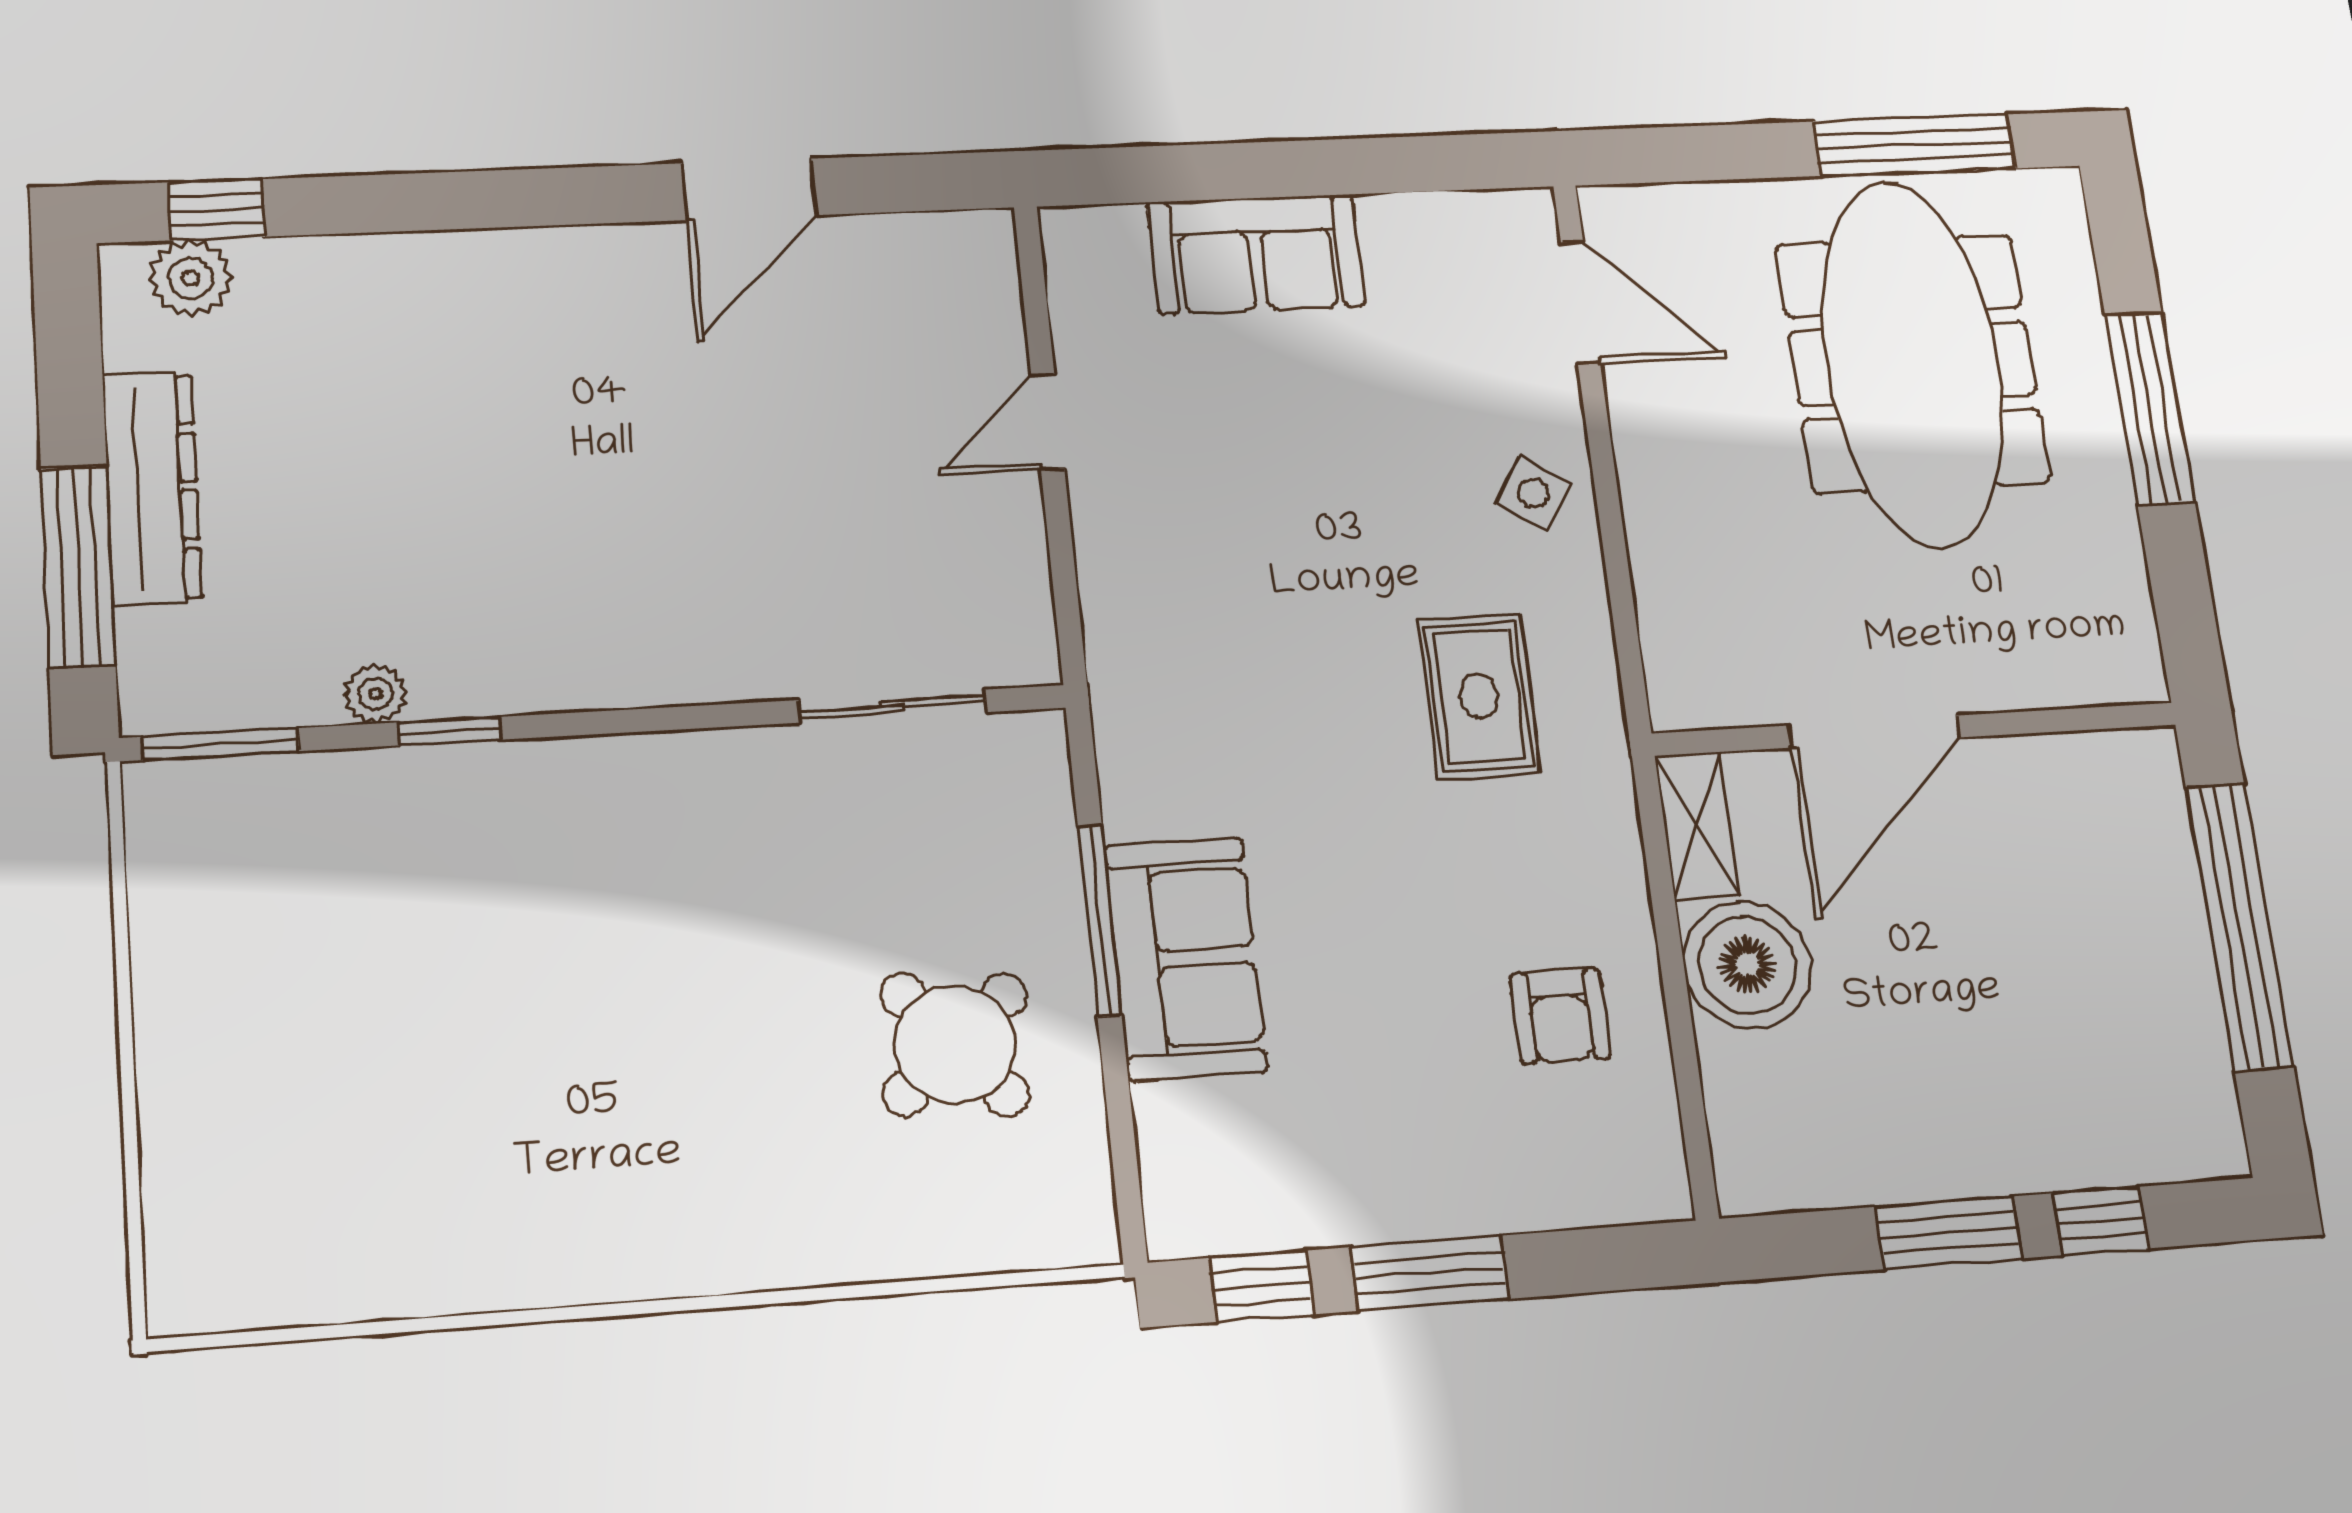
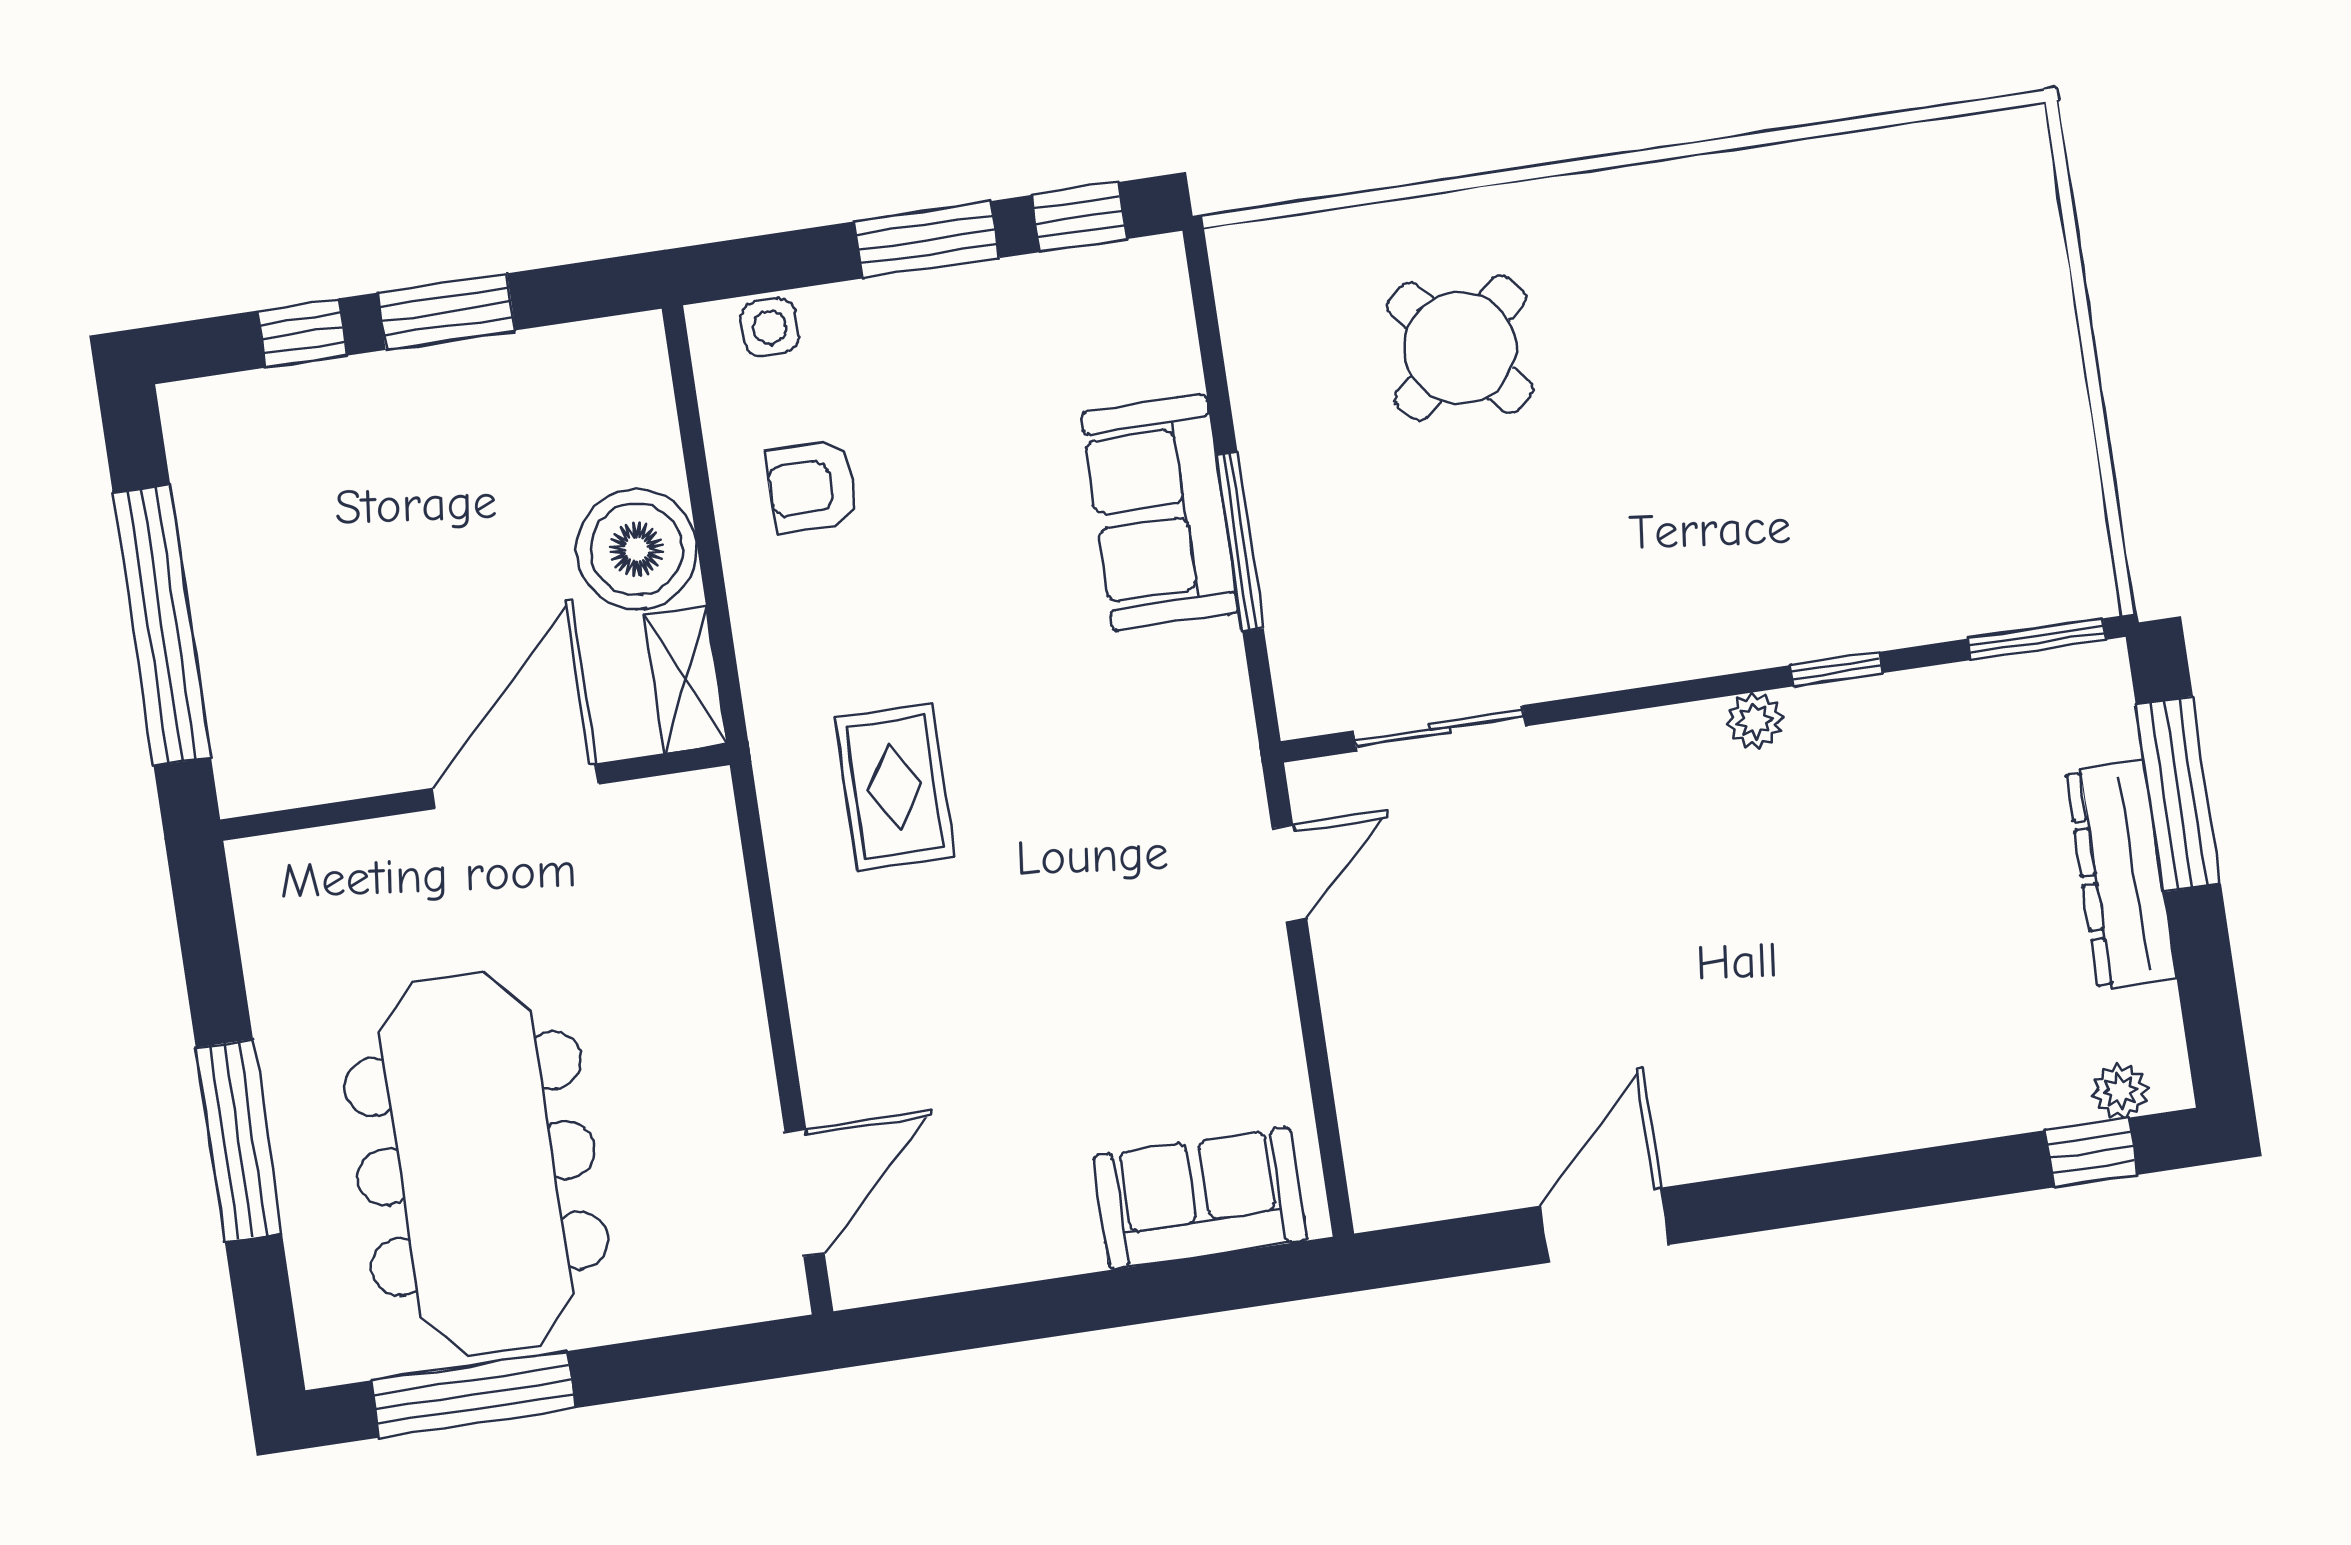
sofa: (1256, 254) -> (1200, 1198), moved
plant: (190, 278) -> (2120, 1091), width x0.73, depth x0.73
door: (1581, 303) -> (805, 1193), swing flipped
door: (1048, 422) -> (1289, 873), moved
side table: (1533, 493) -> (770, 327), moved, turned -33
plant: (375, 694) -> (1755, 721), moved
armchair: (1560, 1016) -> (812, 486), turned -90
round table: (955, 1045) -> (1460, 348), moved

